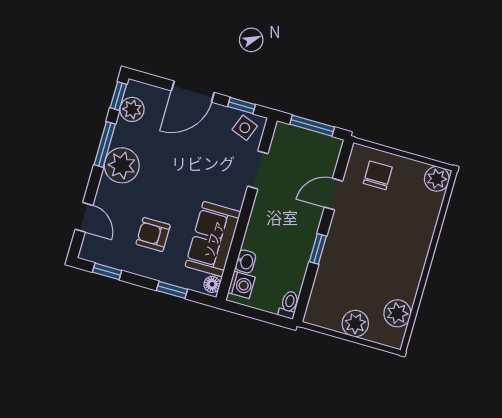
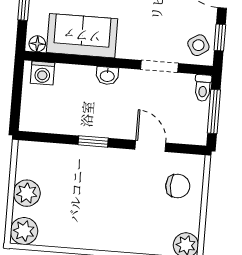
side table: (245, 128) -> (198, 45), turned 37
washbasin: (246, 261) -> (107, 76), moved
toilet: (289, 305) -> (203, 88), moved, turned 90
plant: (397, 313) -> (24, 231), moved

